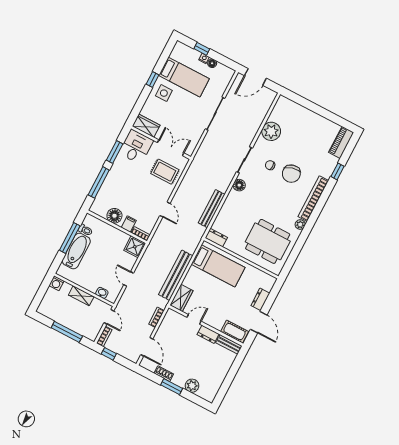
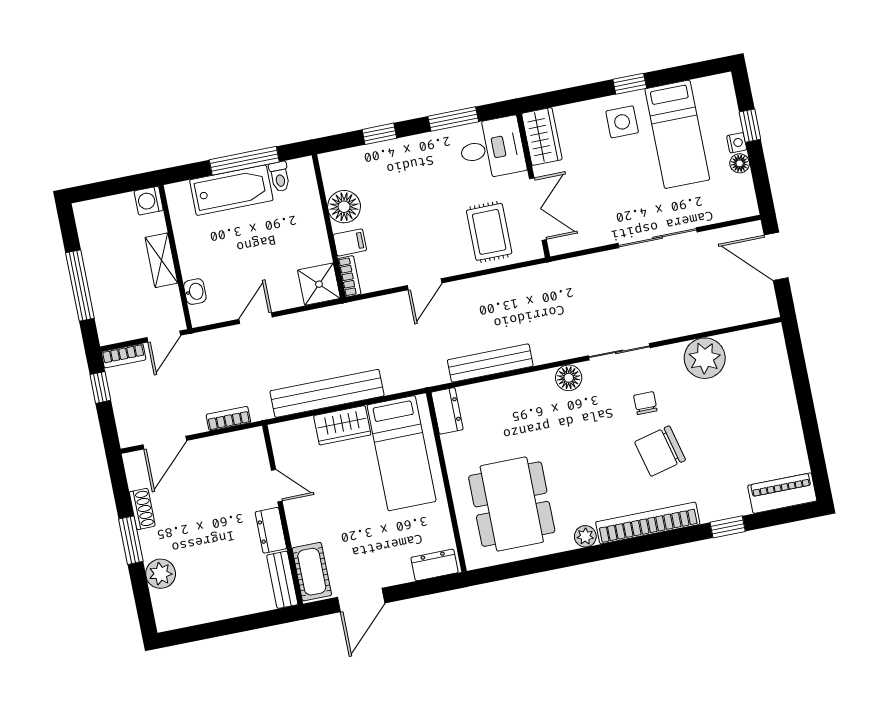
window: (99, 182) -> (379, 134), width x0.46
wardrobe: (181, 298) -> (342, 425), moved
dresser: (260, 299) -> (435, 565), moved

